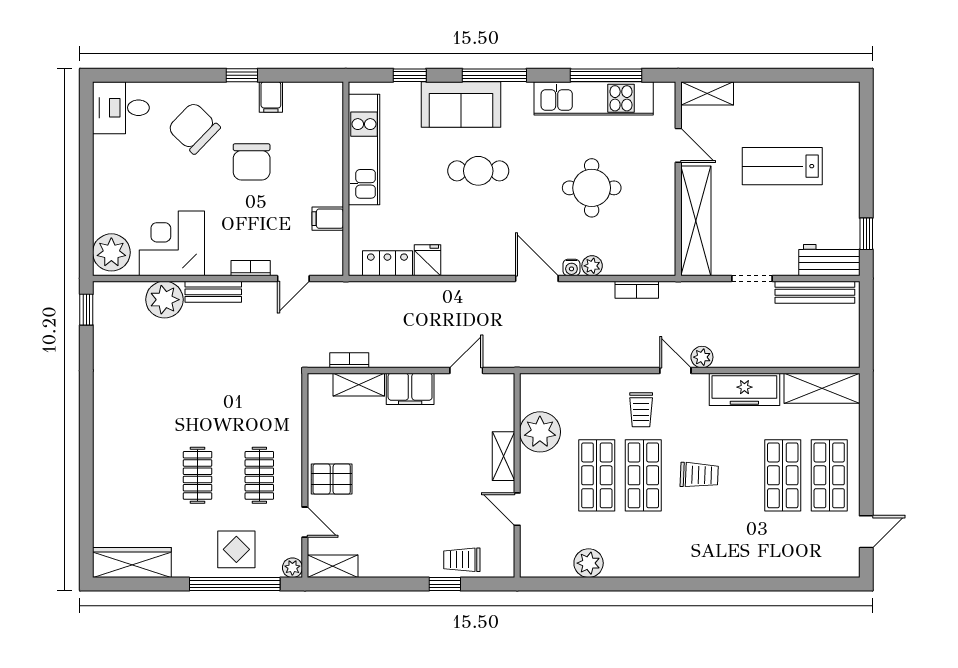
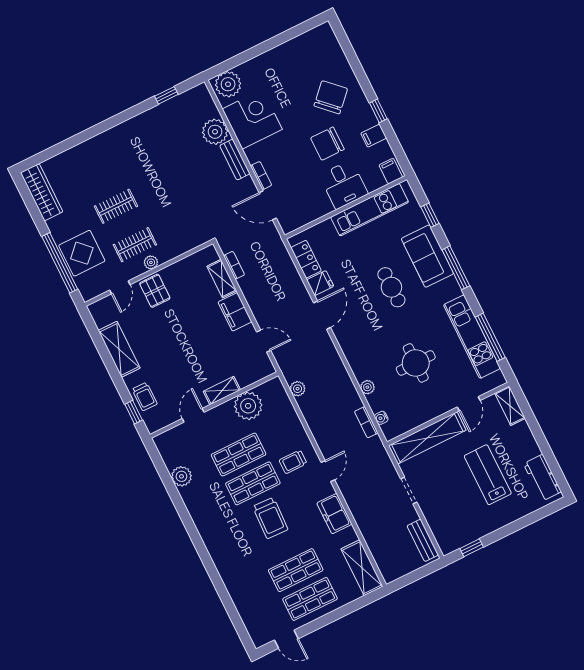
desk: (121, 108) -> (344, 185), moved, turned 180
filing cabinet: (328, 219) -> (391, 171), moved
workbench: (829, 260) -> (542, 478), moved, turned 180
water cooler: (571, 267) -> (381, 418), moved
door: (293, 278) -> (268, 205), width x1.38
door: (537, 278) -> (322, 315), moved
bench: (815, 292) -> (423, 540), width x0.73
window: (86, 310) -> (166, 95), moved
plant: (702, 357) -> (298, 389), moved
freezer: (744, 389) -> (334, 514), width x0.71
trolley: (699, 475) -> (270, 518), width x1.36, depth x1.39
display table: (236, 549) -> (82, 253), width x1.36, depth x1.36
trolley: (462, 560) -> (145, 397), turned 180
shelving: (333, 566) -> (119, 349), moved, width x1.50, depth x1.33
plant: (292, 568) -> (151, 262), moved
window: (445, 584) -> (134, 412), moved

